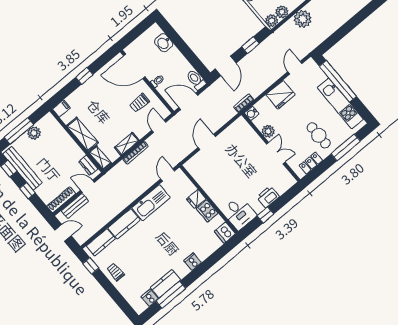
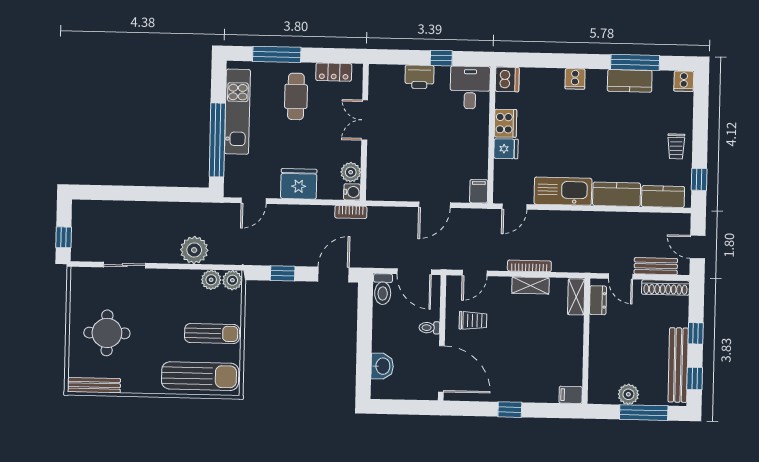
plant: (268, 131) -> (351, 172), moved
shelving: (82, 134) -> (573, 343), removed
filing cabinet: (191, 167) -> (479, 191), added
cooker: (150, 298) -> (684, 81), moved

